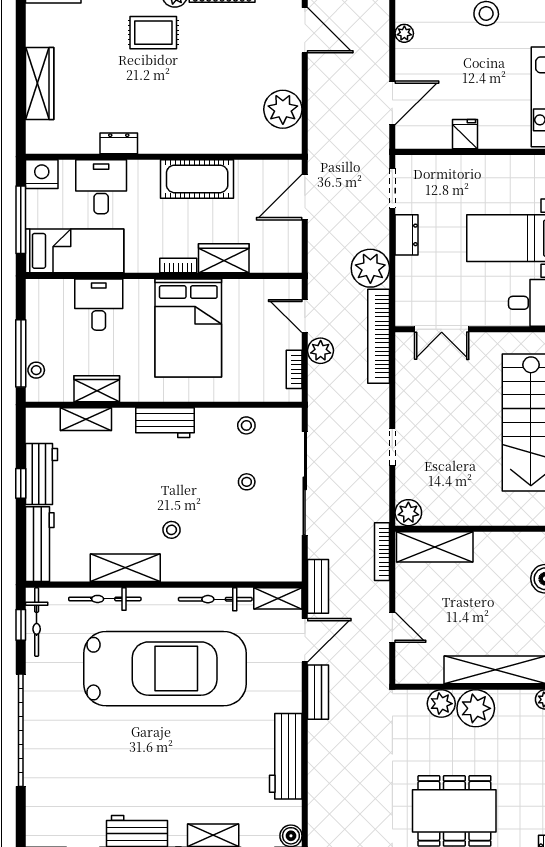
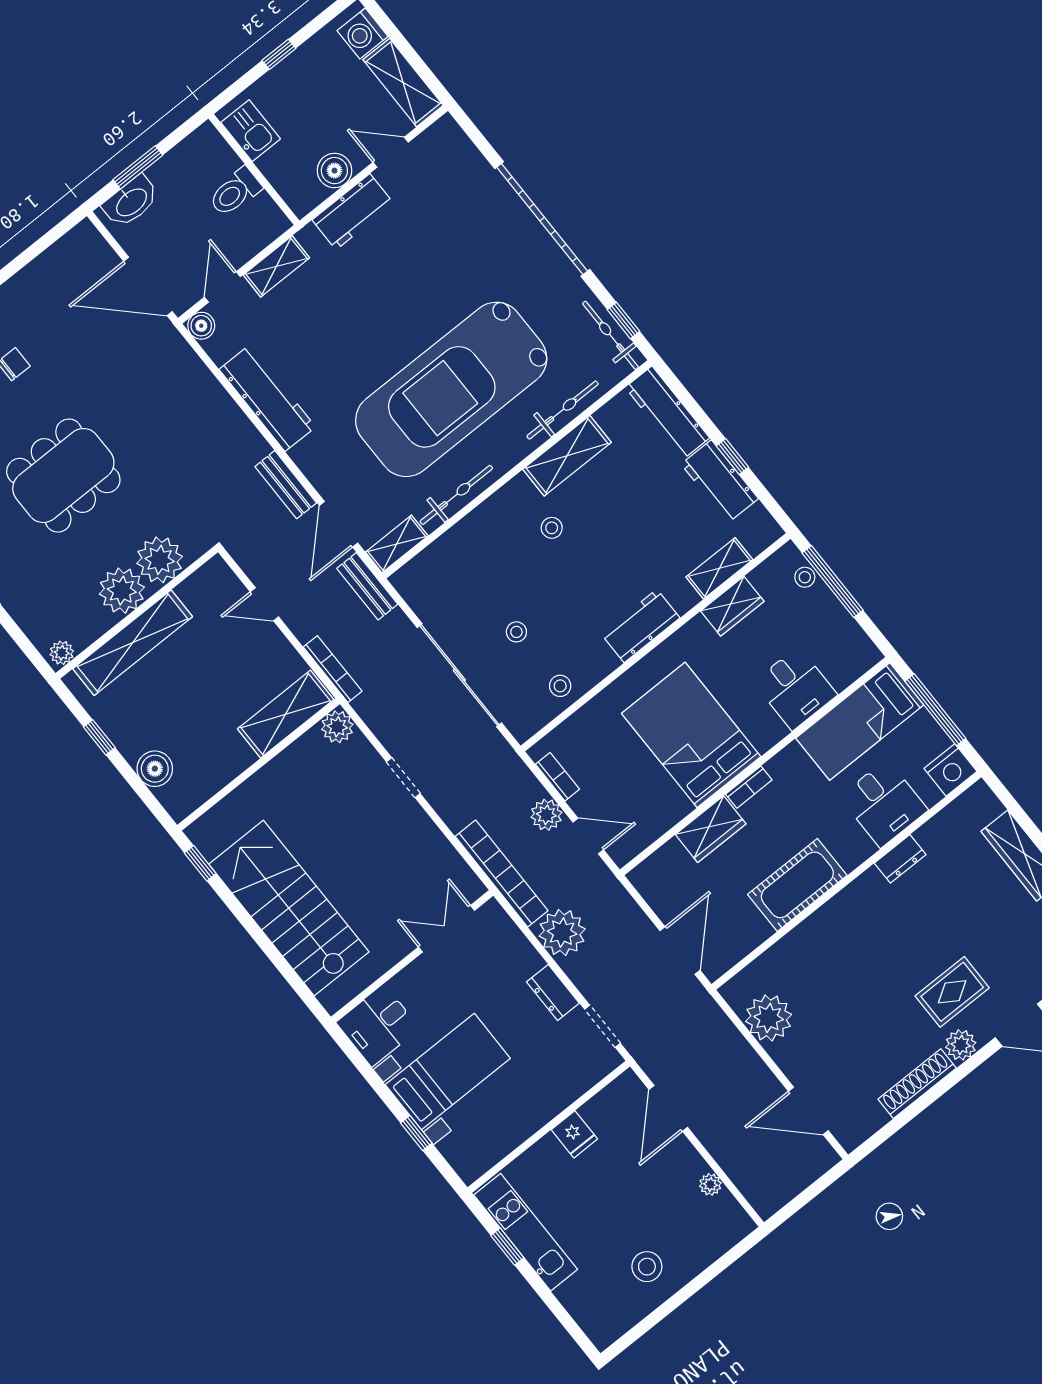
plant: (441, 704) -> (160, 560), width x1.36, depth x1.36

